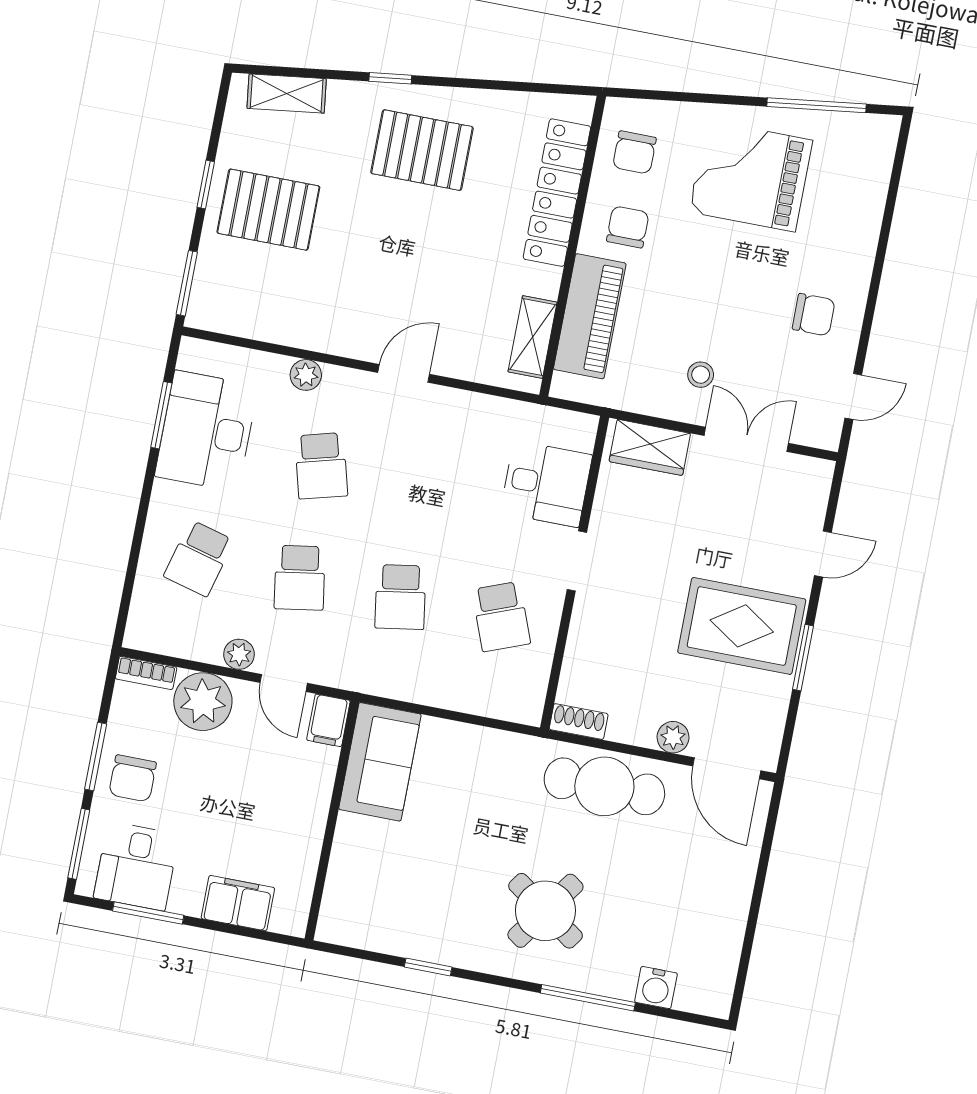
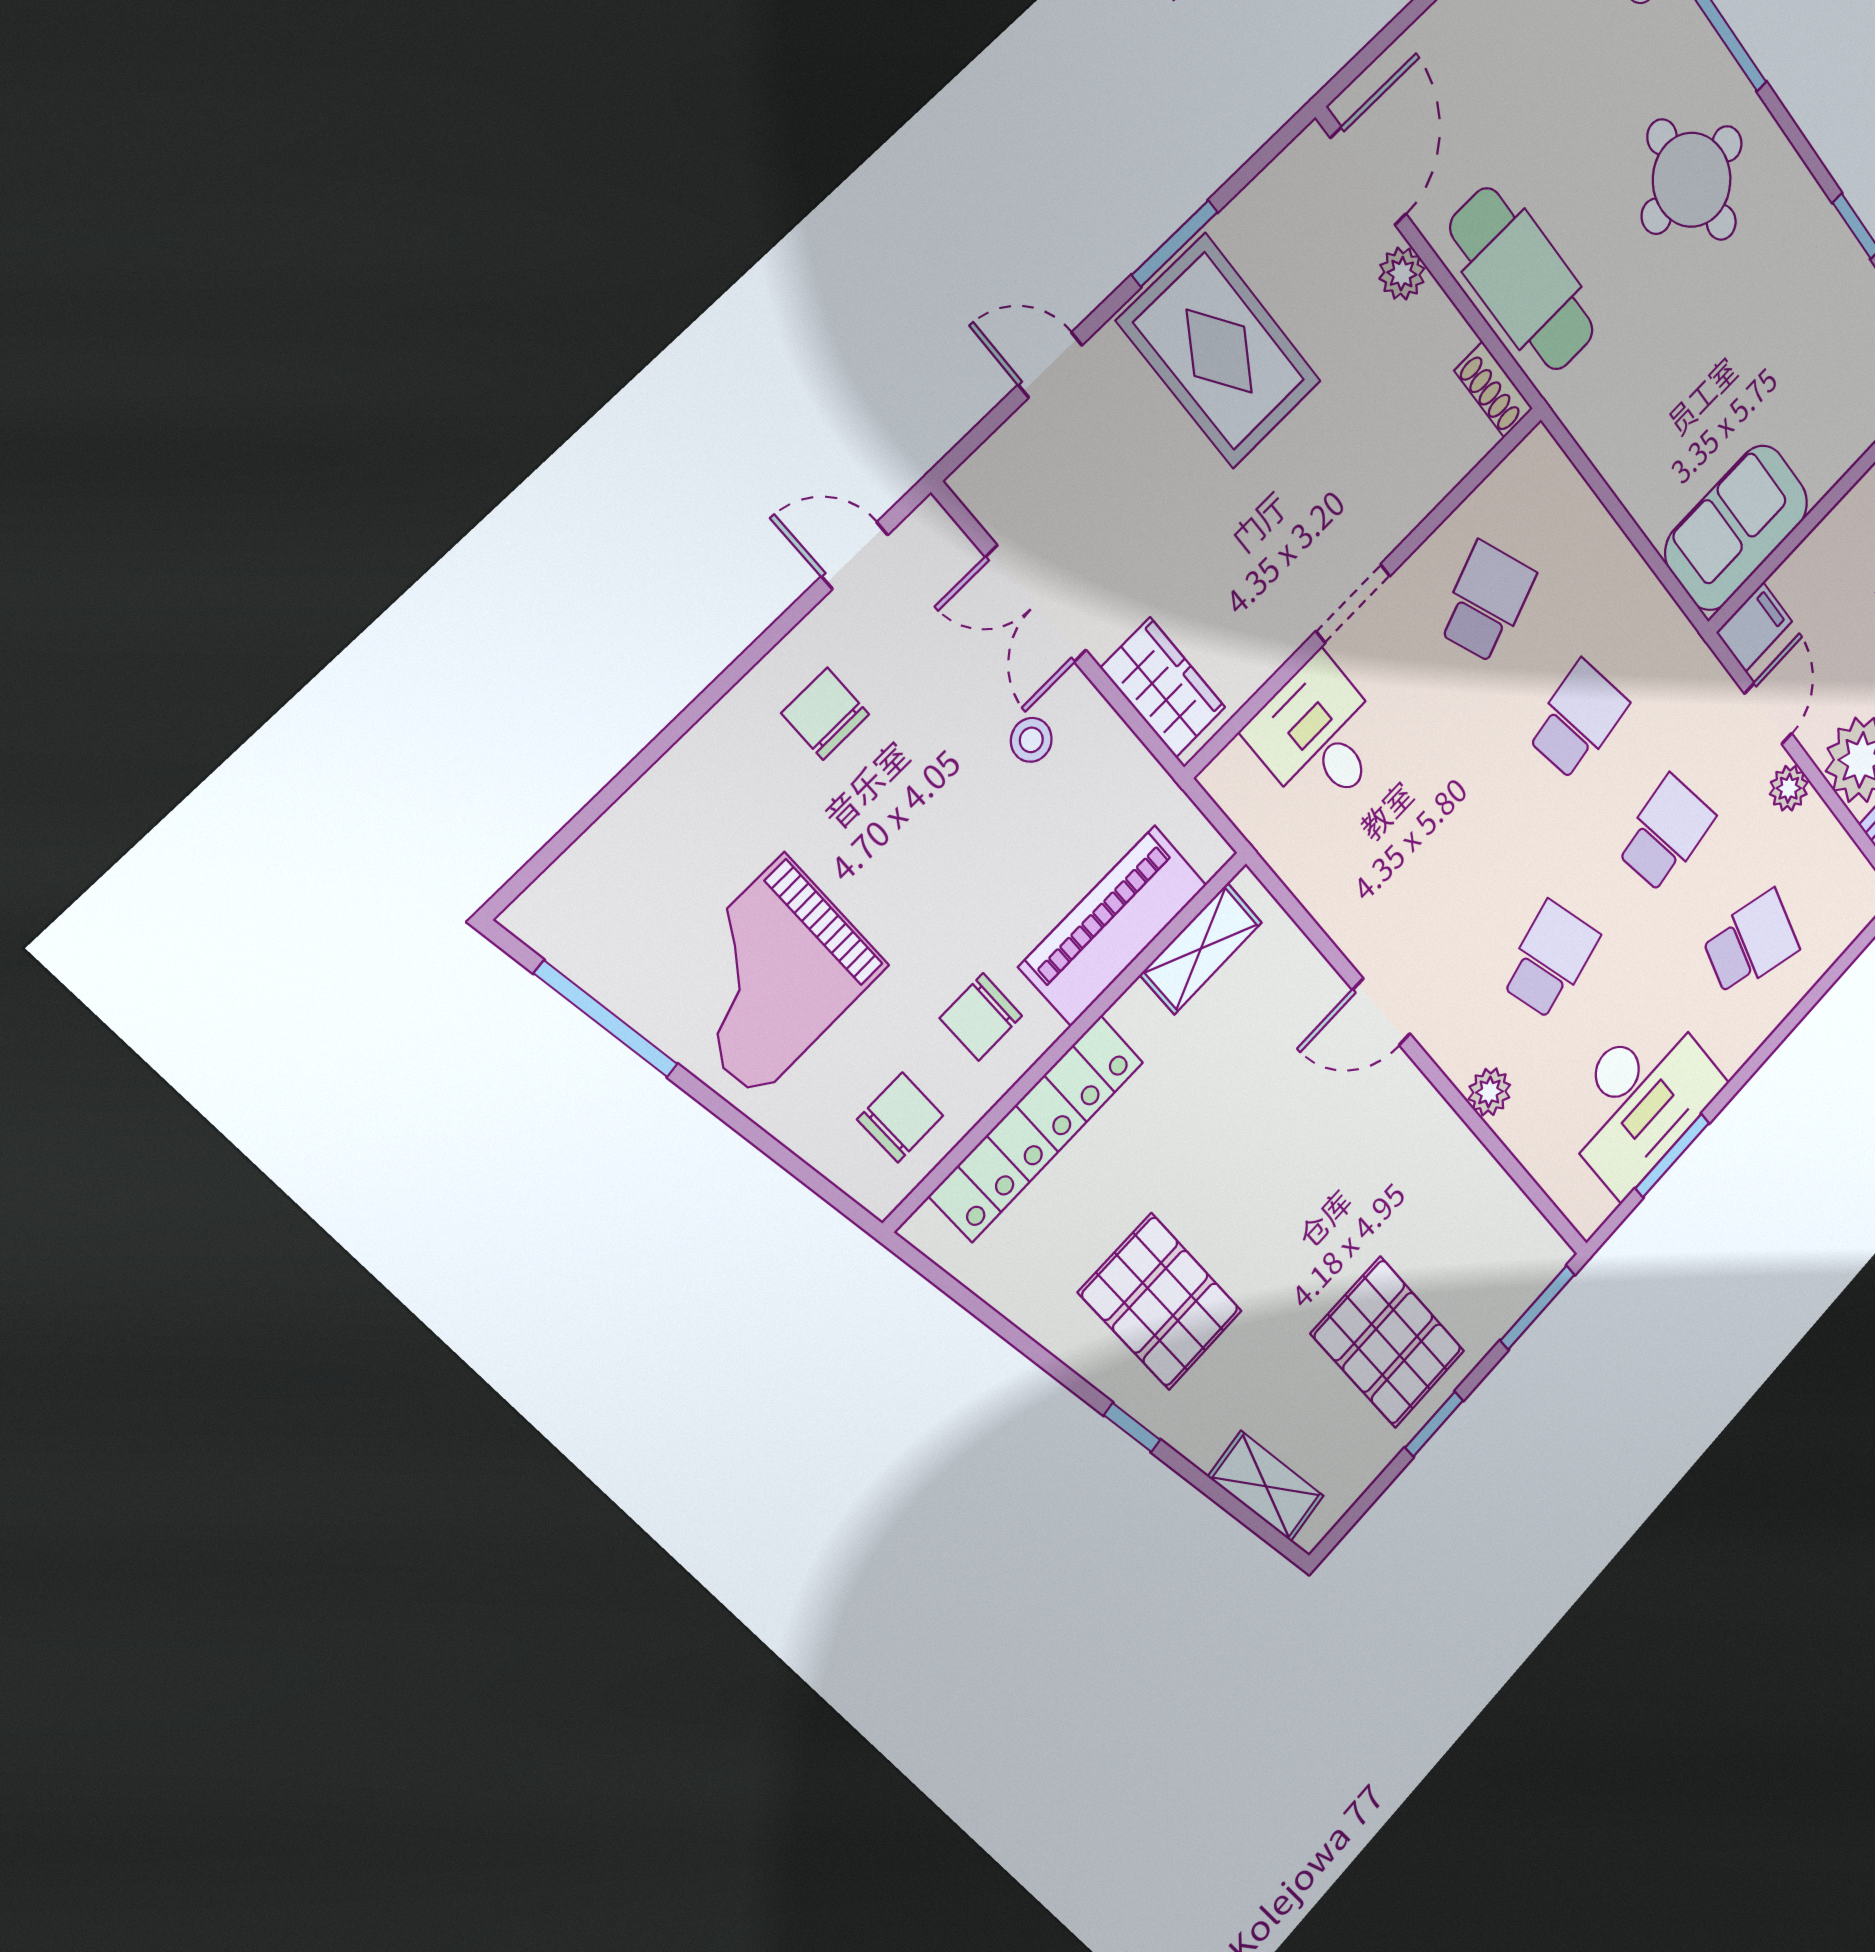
grand piano: (751, 176) -> (770, 977), turned 90
round table: (545, 911) -> (1692, 180), turned -35

